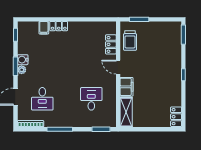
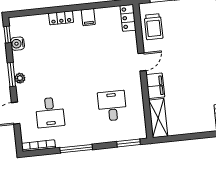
filing cabinet: (44, 28) -> (88, 17), moved
locker: (111, 44) -> (128, 18), moved
water cooler: (23, 60) -> (18, 44), moved
door: (118, 67) -> (142, 62), swing flipped

